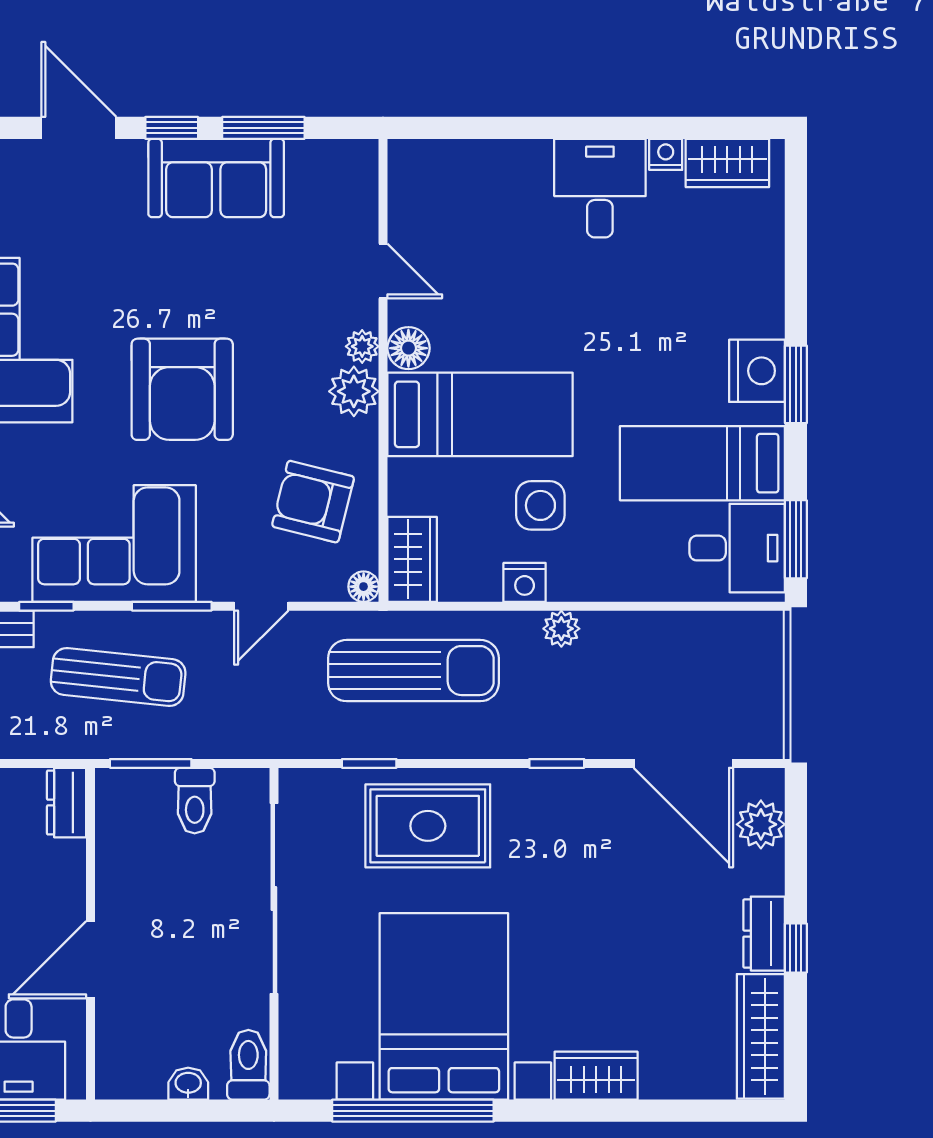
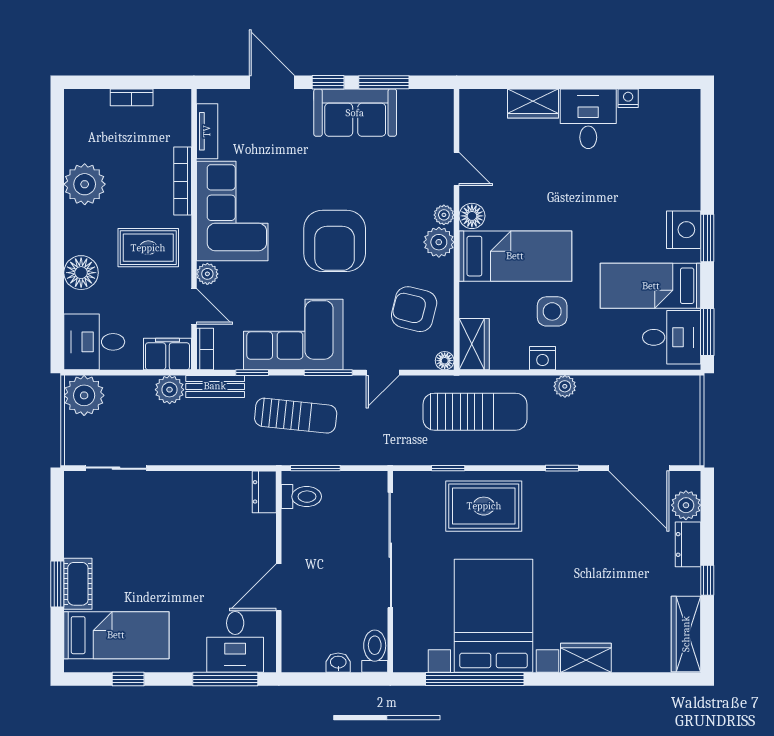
wardrobe: (727, 163) -> (533, 103), moved
toilet: (195, 801) -> (301, 497), moved, turned -90
dresser: (764, 934) -> (688, 544), moved

